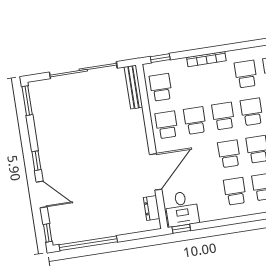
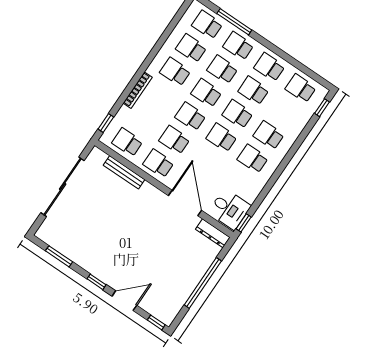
bench: (133, 87) -> (124, 172), moved
window: (27, 101) -> (59, 256), moved
dresser: (152, 208) -> (213, 233), width x1.44
window: (88, 243) -> (203, 283), moved

